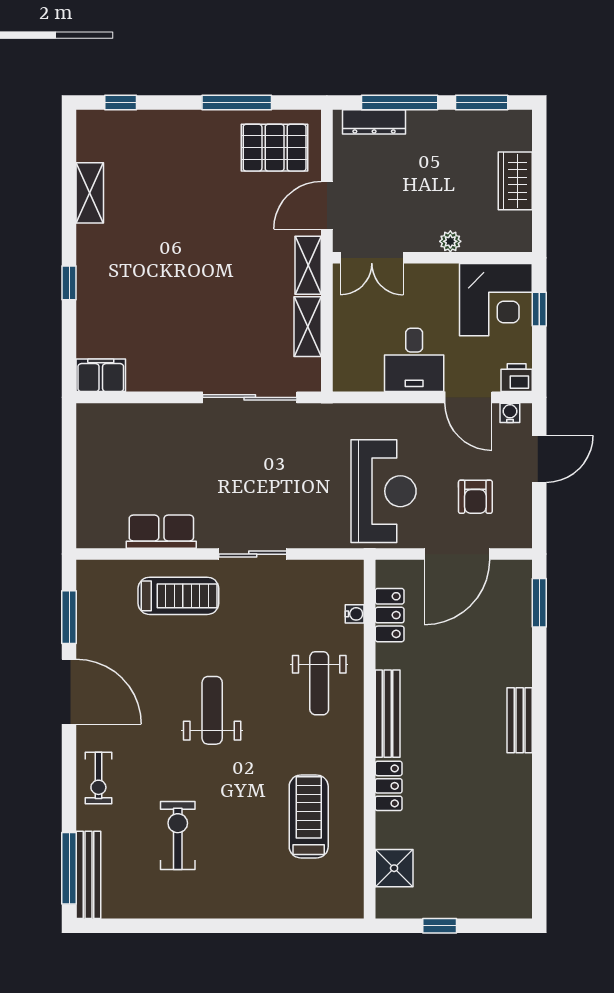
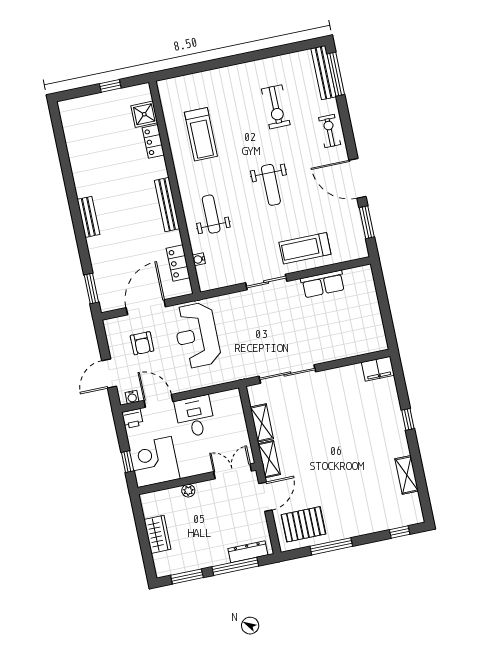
armchair: (475, 497) -> (142, 343), turned 180
locker: (389, 786) -> (153, 141), moved

